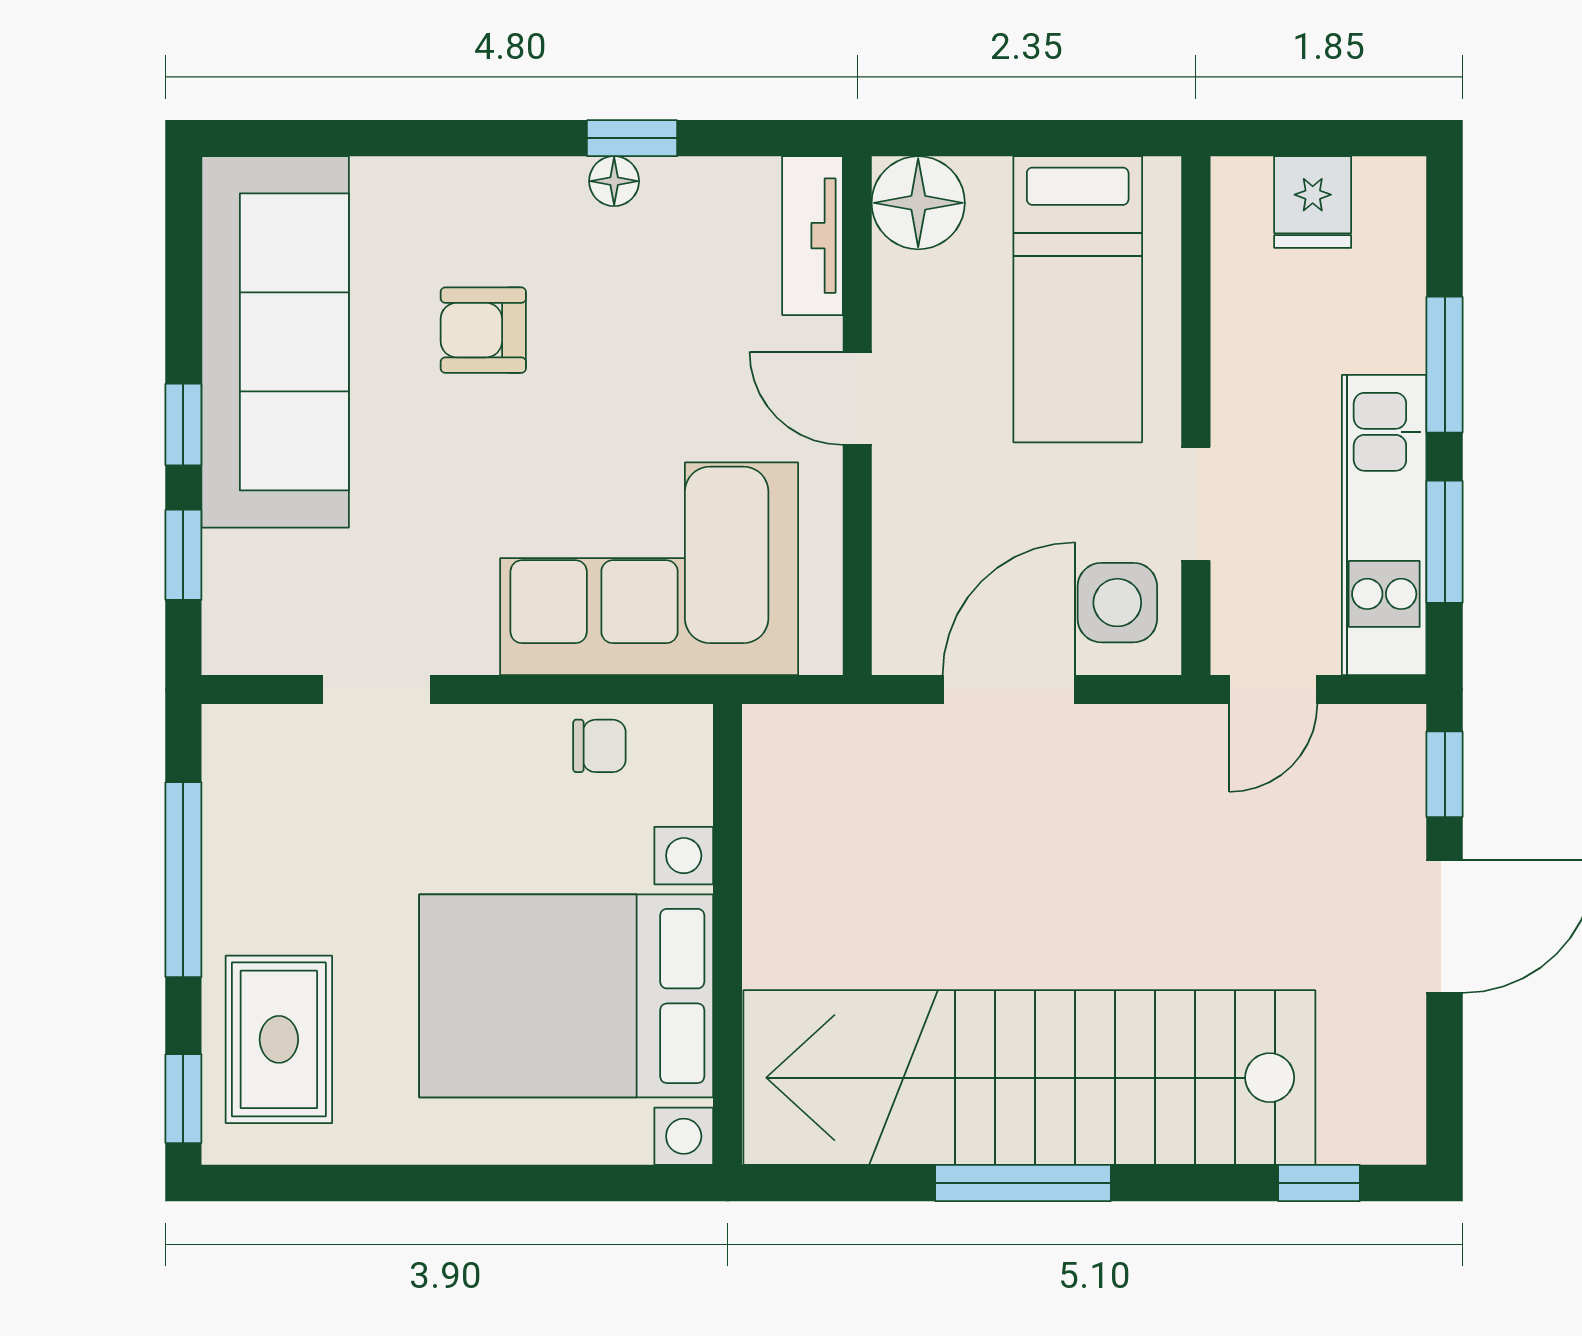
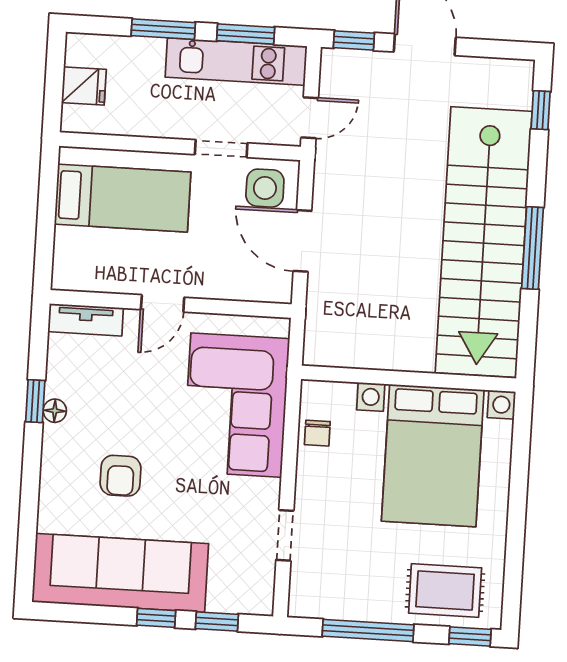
floor lamp: (918, 203) -> (73, 270), removed
door: (1273, 689) -> (310, 118), hinge flipped
chair: (599, 746) -> (317, 433), turned 180

